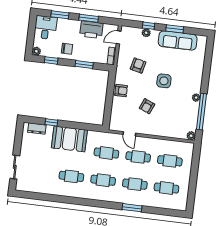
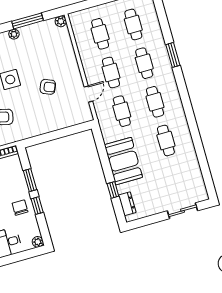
window: (51, 60) -> (37, 206), moved
armchair: (121, 91) -> (42, 124), removed
window: (202, 112) -> (28, 21), width x0.68

